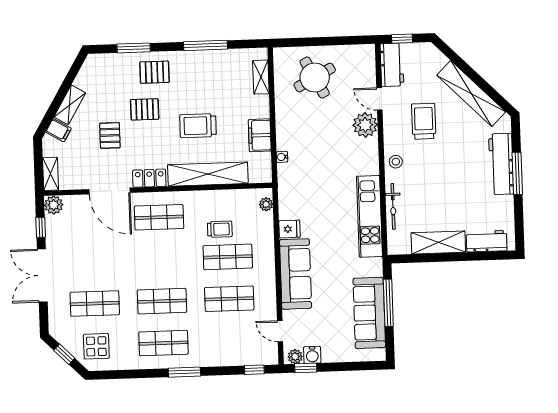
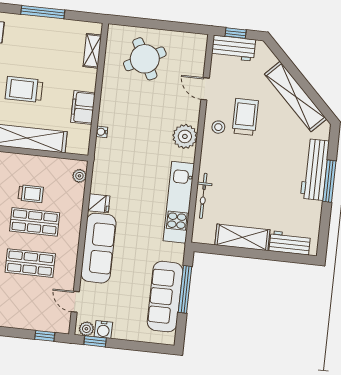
workbench: (392, 65) -> (233, 48), moved, turned 90
plant: (365, 125) -> (185, 136), moved
stool: (396, 162) -> (218, 127), moved

